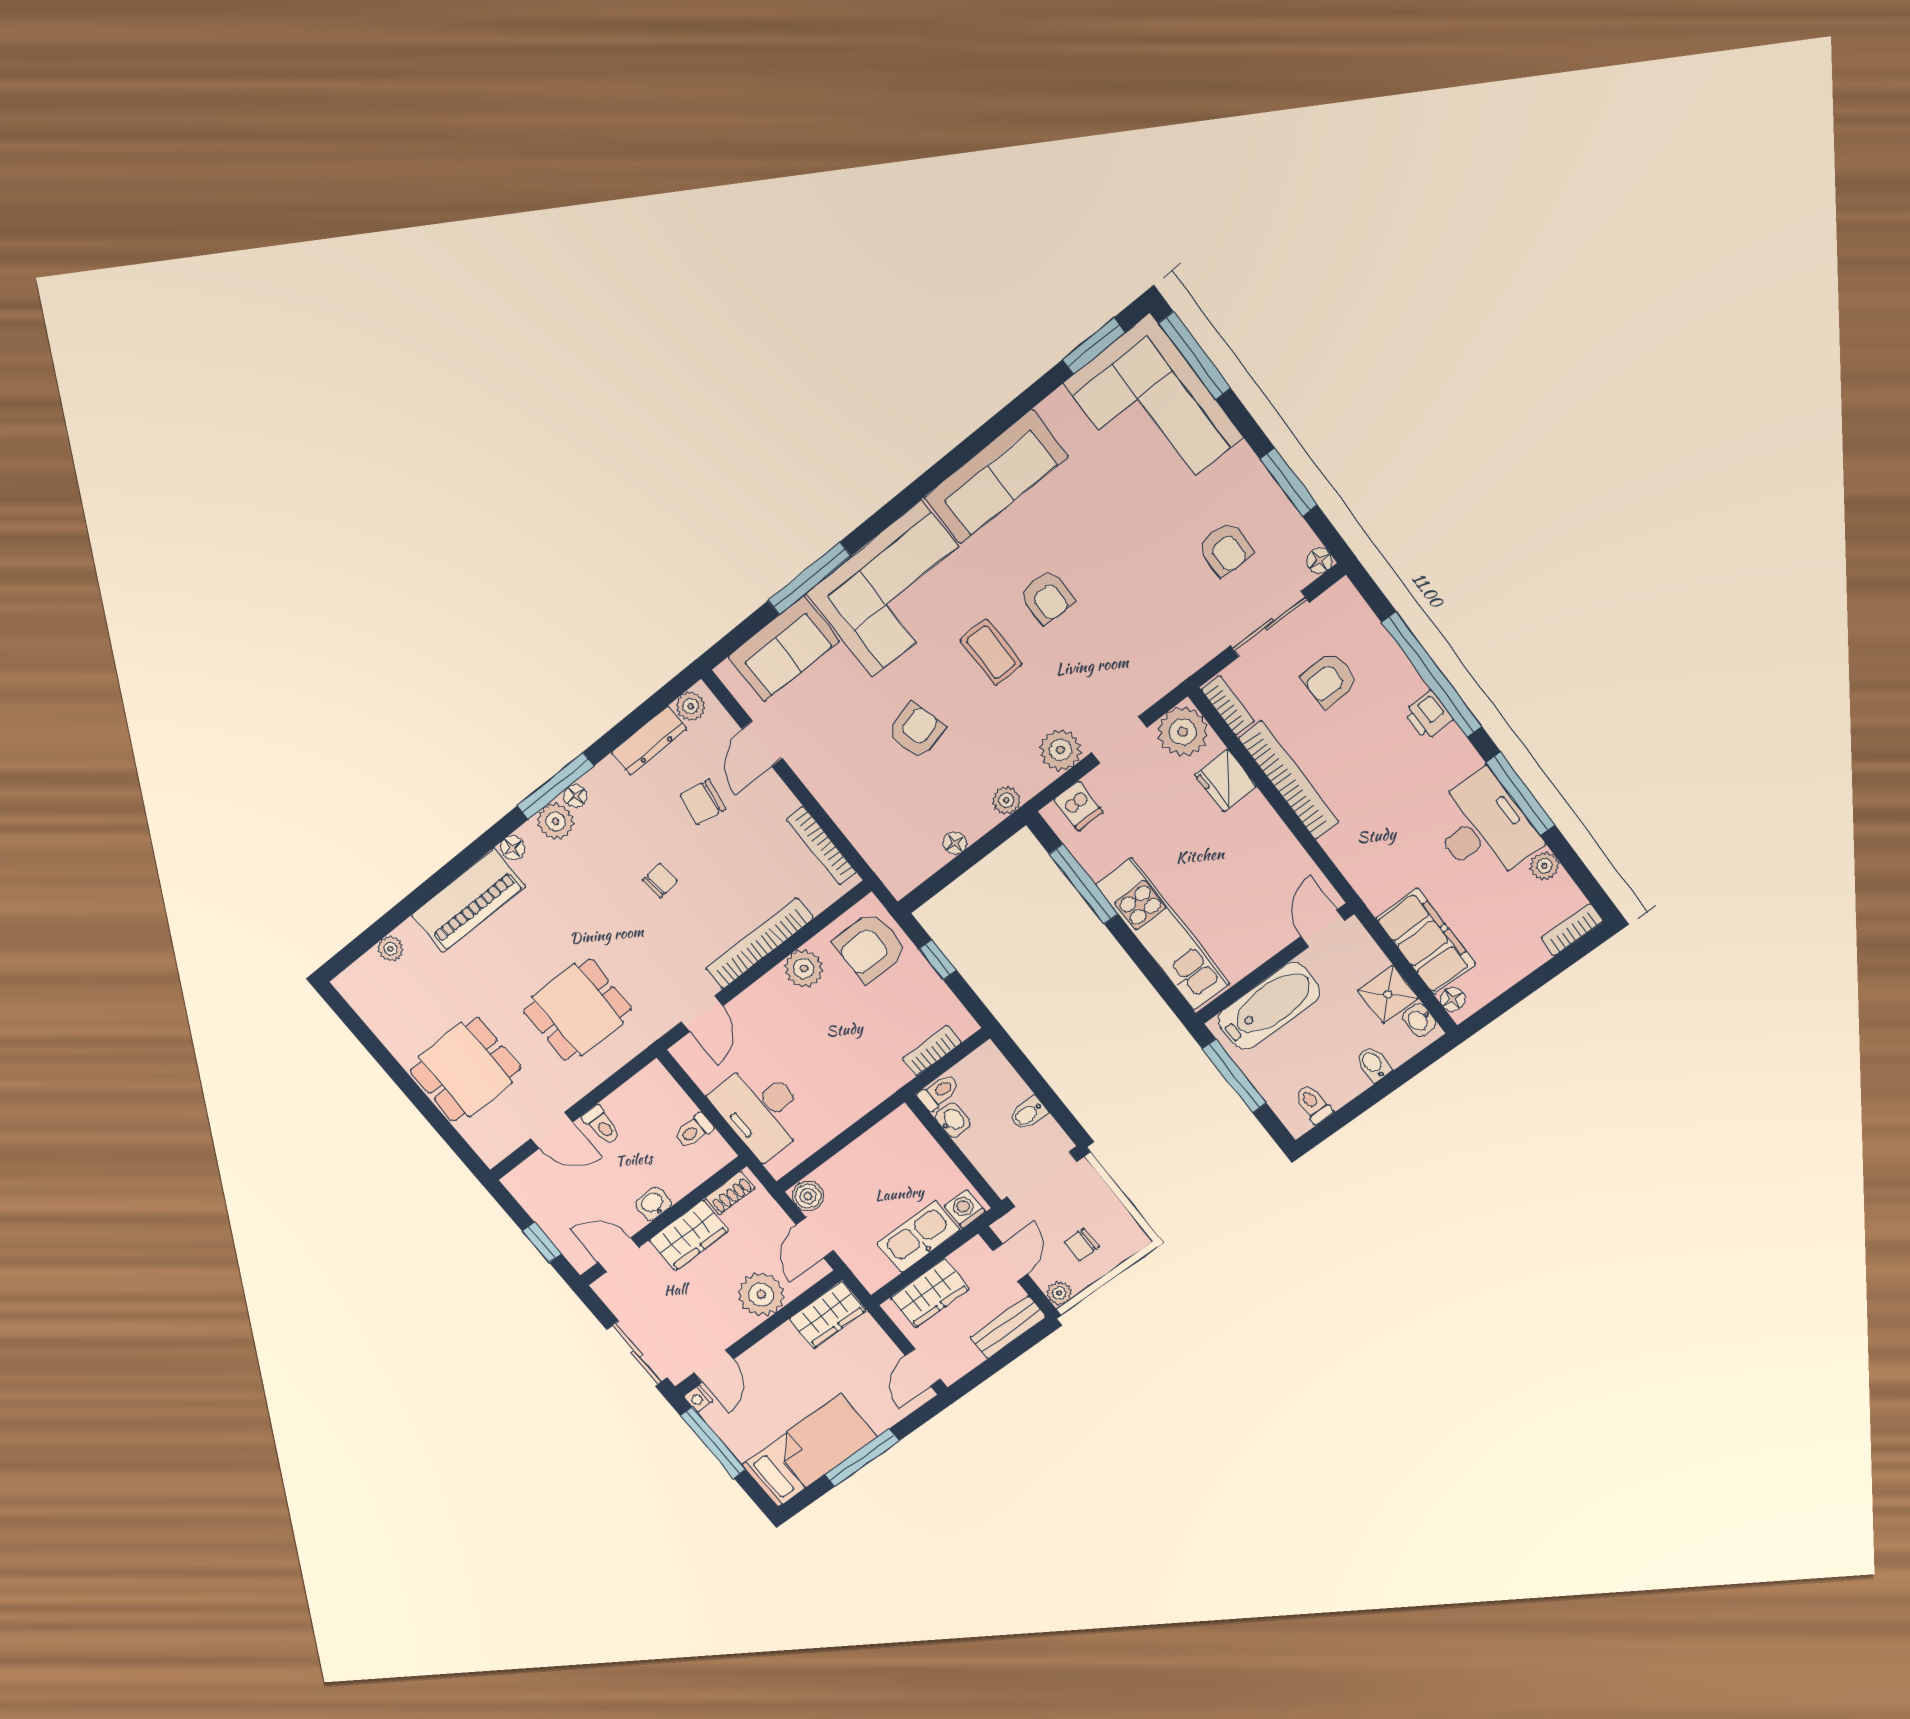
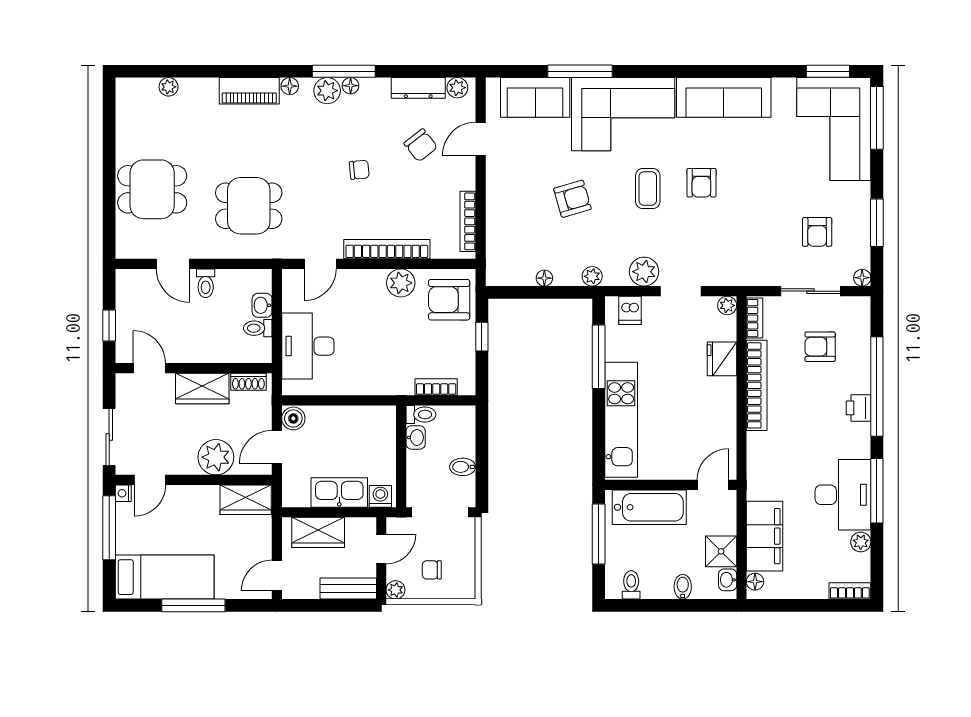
plant: (1183, 732) -> (727, 305), width x0.53, depth x0.53
chair: (703, 802) -> (421, 145), turned -138
piano: (468, 900) -> (249, 91), width x0.73, depth x0.75
washbasin: (653, 1204) -> (262, 305), moved, turned -90

